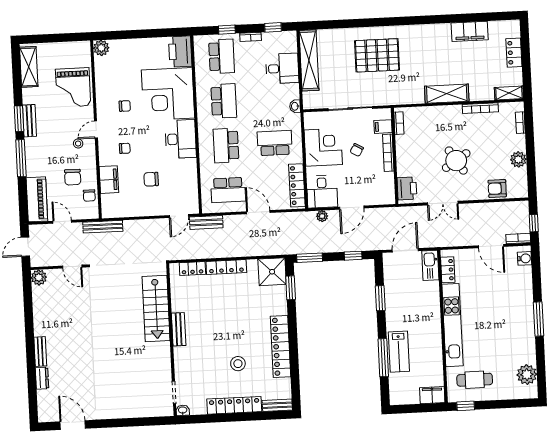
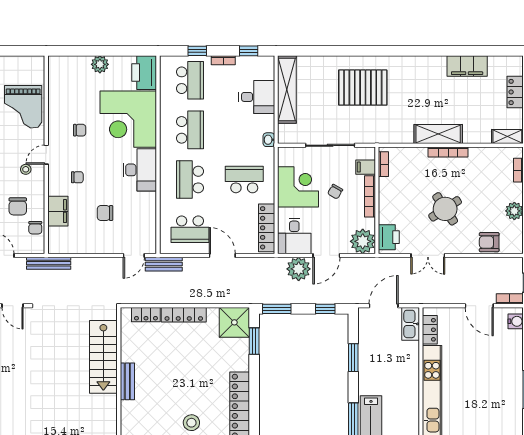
plant: (101, 48) -> (100, 64), moved
bookcase: (480, 108) -> (448, 152), moved
plant: (384, 193) -> (363, 241), added
plant: (322, 216) -> (299, 269), width x1.88, depth x1.88

